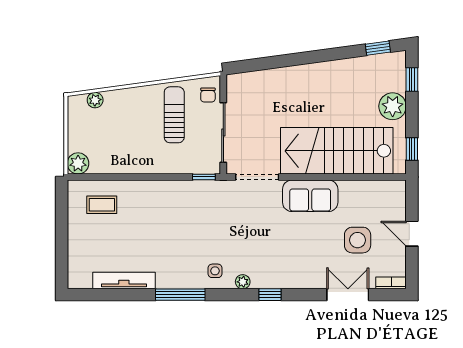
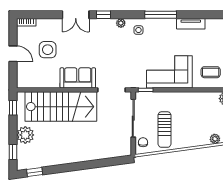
corner sofa: (167, 205) -> (169, 72), added
tv unit: (124, 281) -> (191, 24), width x0.71
double door: (348, 295) -> (76, 15), moved

